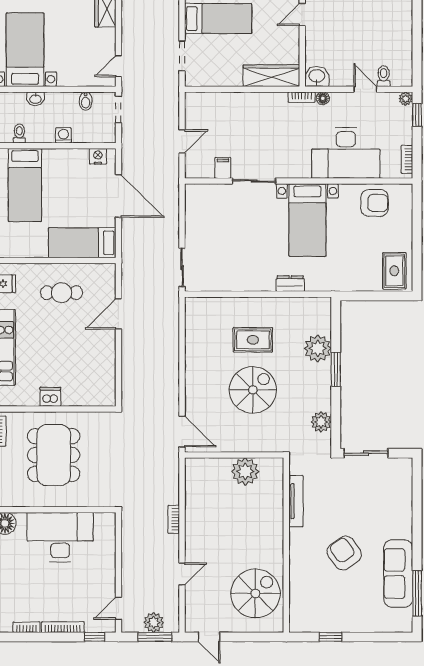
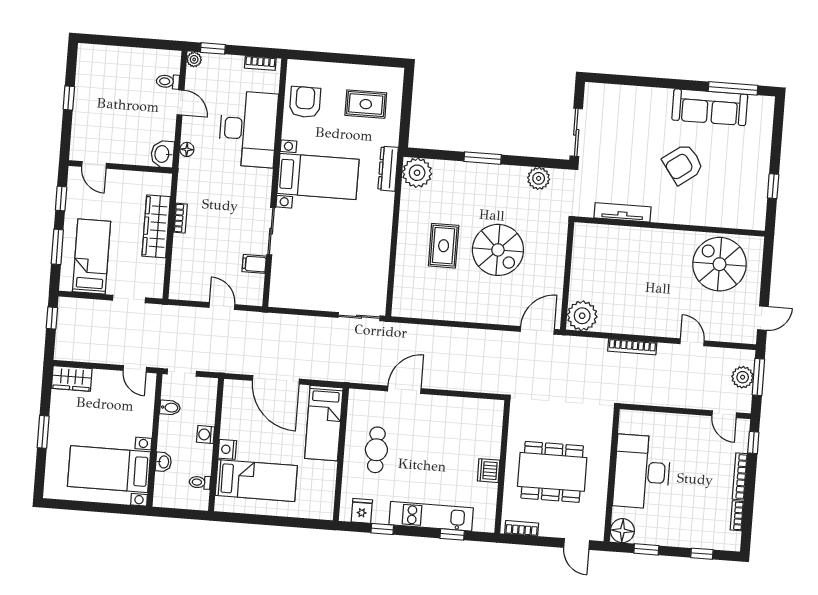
wardrobe: (271, 76) -> (156, 226), moved
door: (365, 89) -> (181, 102), swing flipped
bookcase: (302, 97) -> (180, 218), moved
nightstand: (98, 156) -> (227, 449), moved
door: (118, 196) -> (276, 380), swing flipped
rug: (394, 271) -> (366, 104), moved
dresser: (290, 284) -> (388, 169), moved, width x1.44
door: (118, 314) -> (404, 390), swing flipped
plant: (318, 348) -> (417, 173), moved
spiral stairs: (253, 390) -> (498, 250), turned 180
plant: (245, 471) -> (582, 316), moved
bookcase: (174, 519) -> (632, 347), width x1.56

